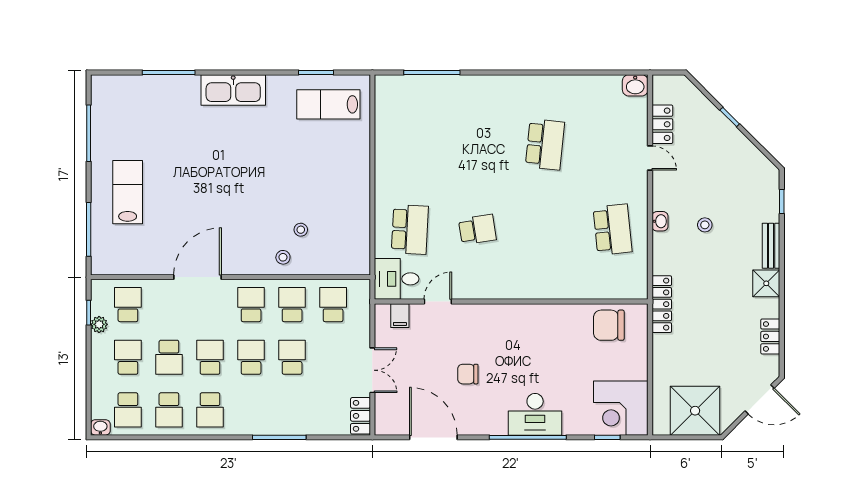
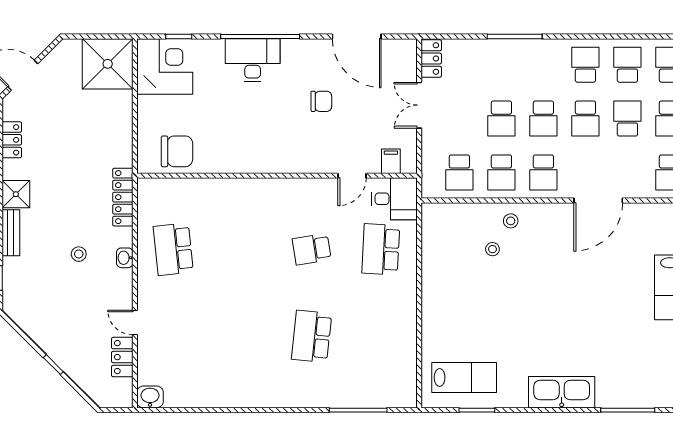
school desk: (545, 144) -> (312, 336), moved
locker: (662, 304) -> (123, 197), moved
shower: (695, 411) -> (108, 64), moved

